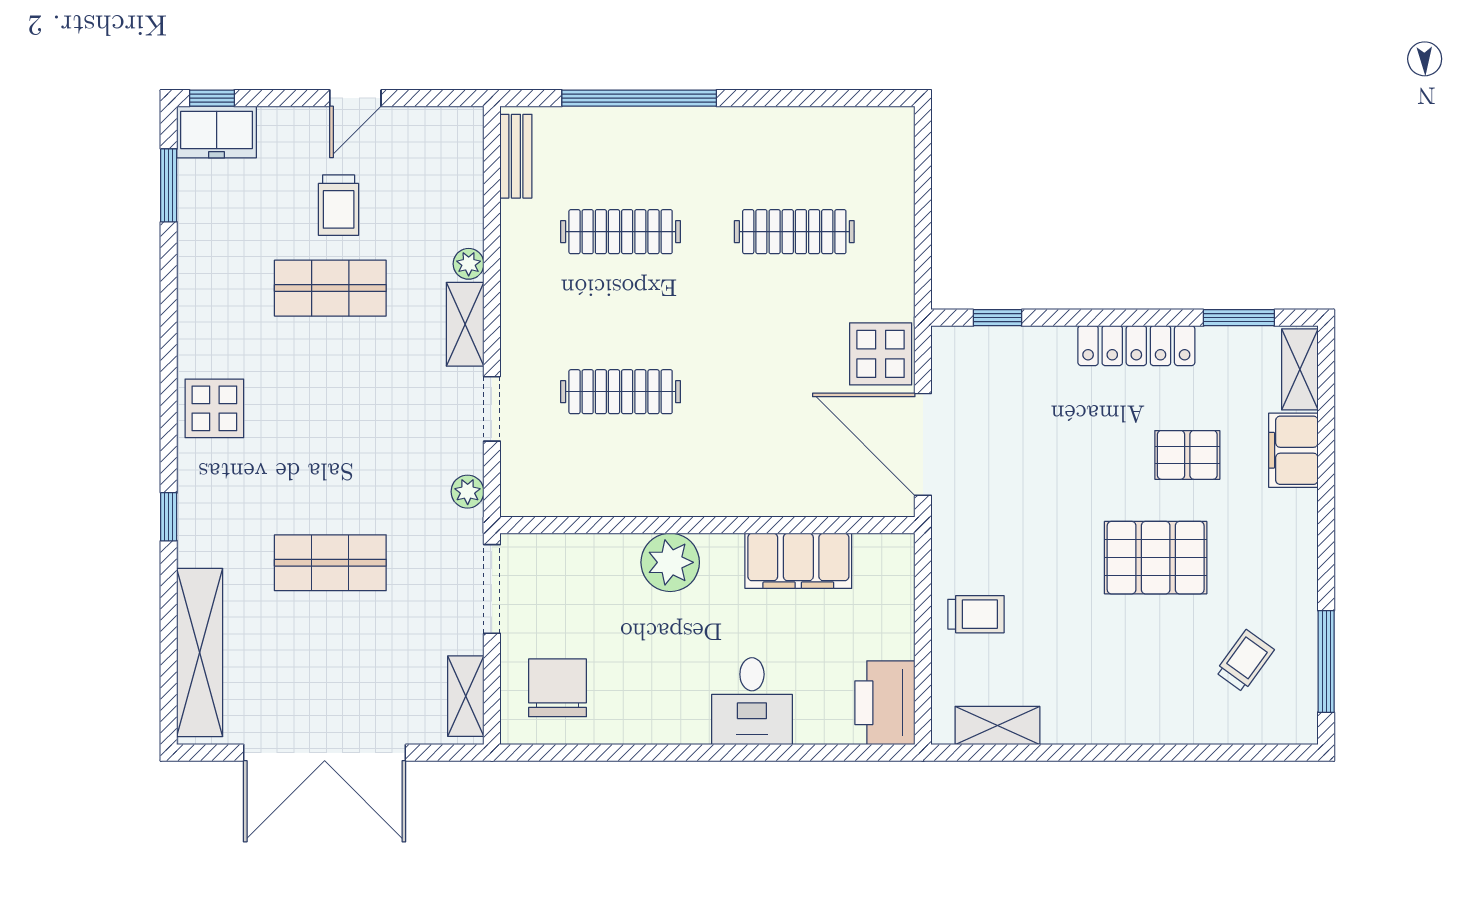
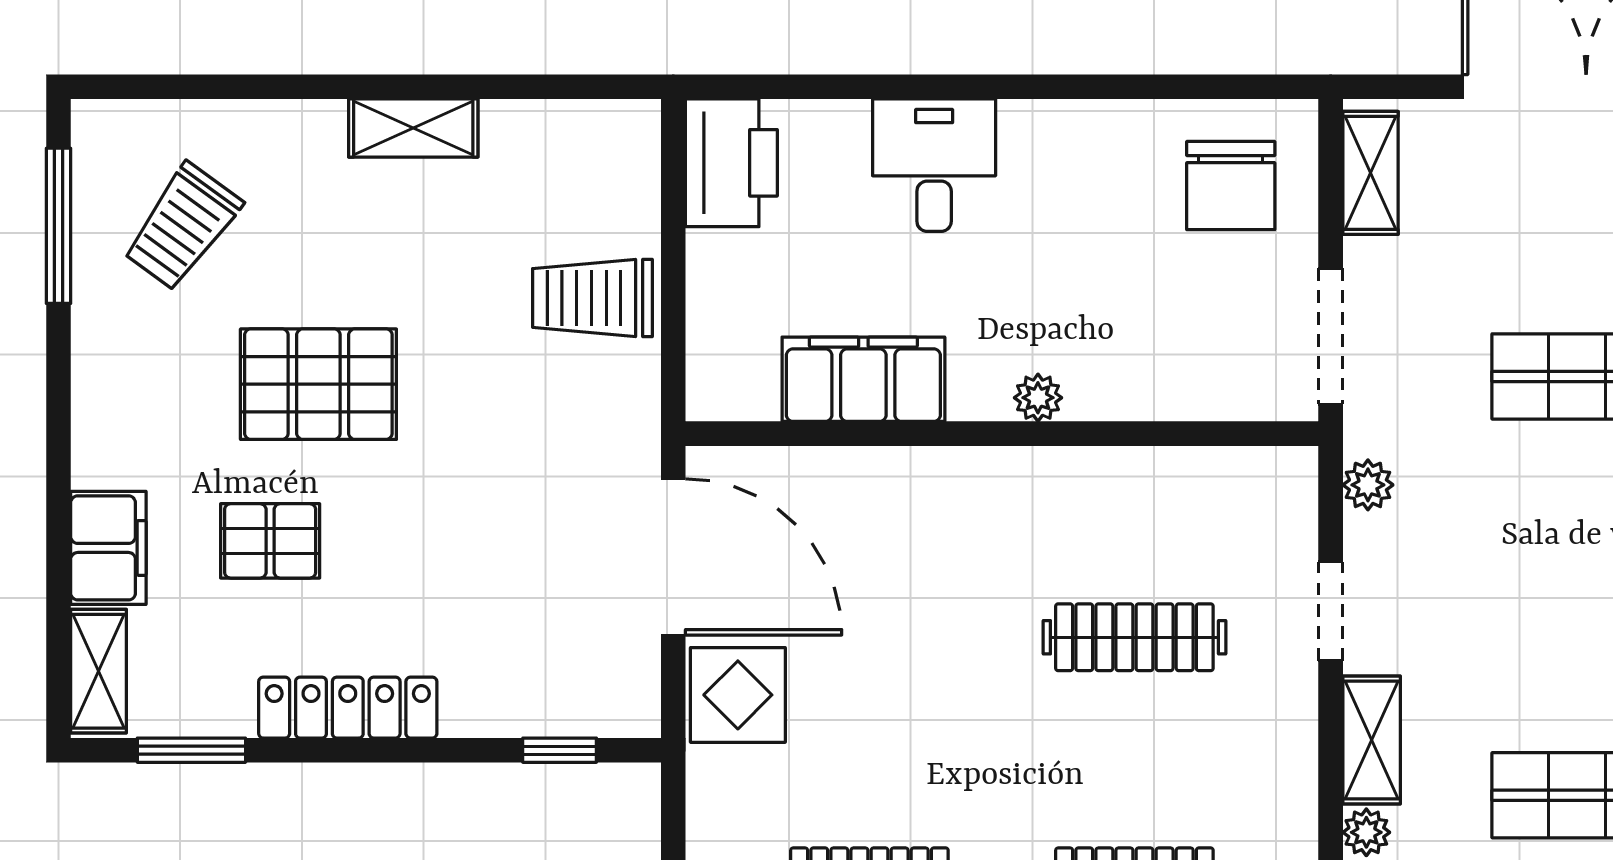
plant: (670, 562) -> (1038, 398), width x0.53, depth x0.53
trolley: (976, 614) -> (592, 298), width x1.36, depth x1.39
trolley: (1245, 661) -> (182, 227), width x1.36, depth x1.39
shelving: (997, 726) -> (413, 128), moved

